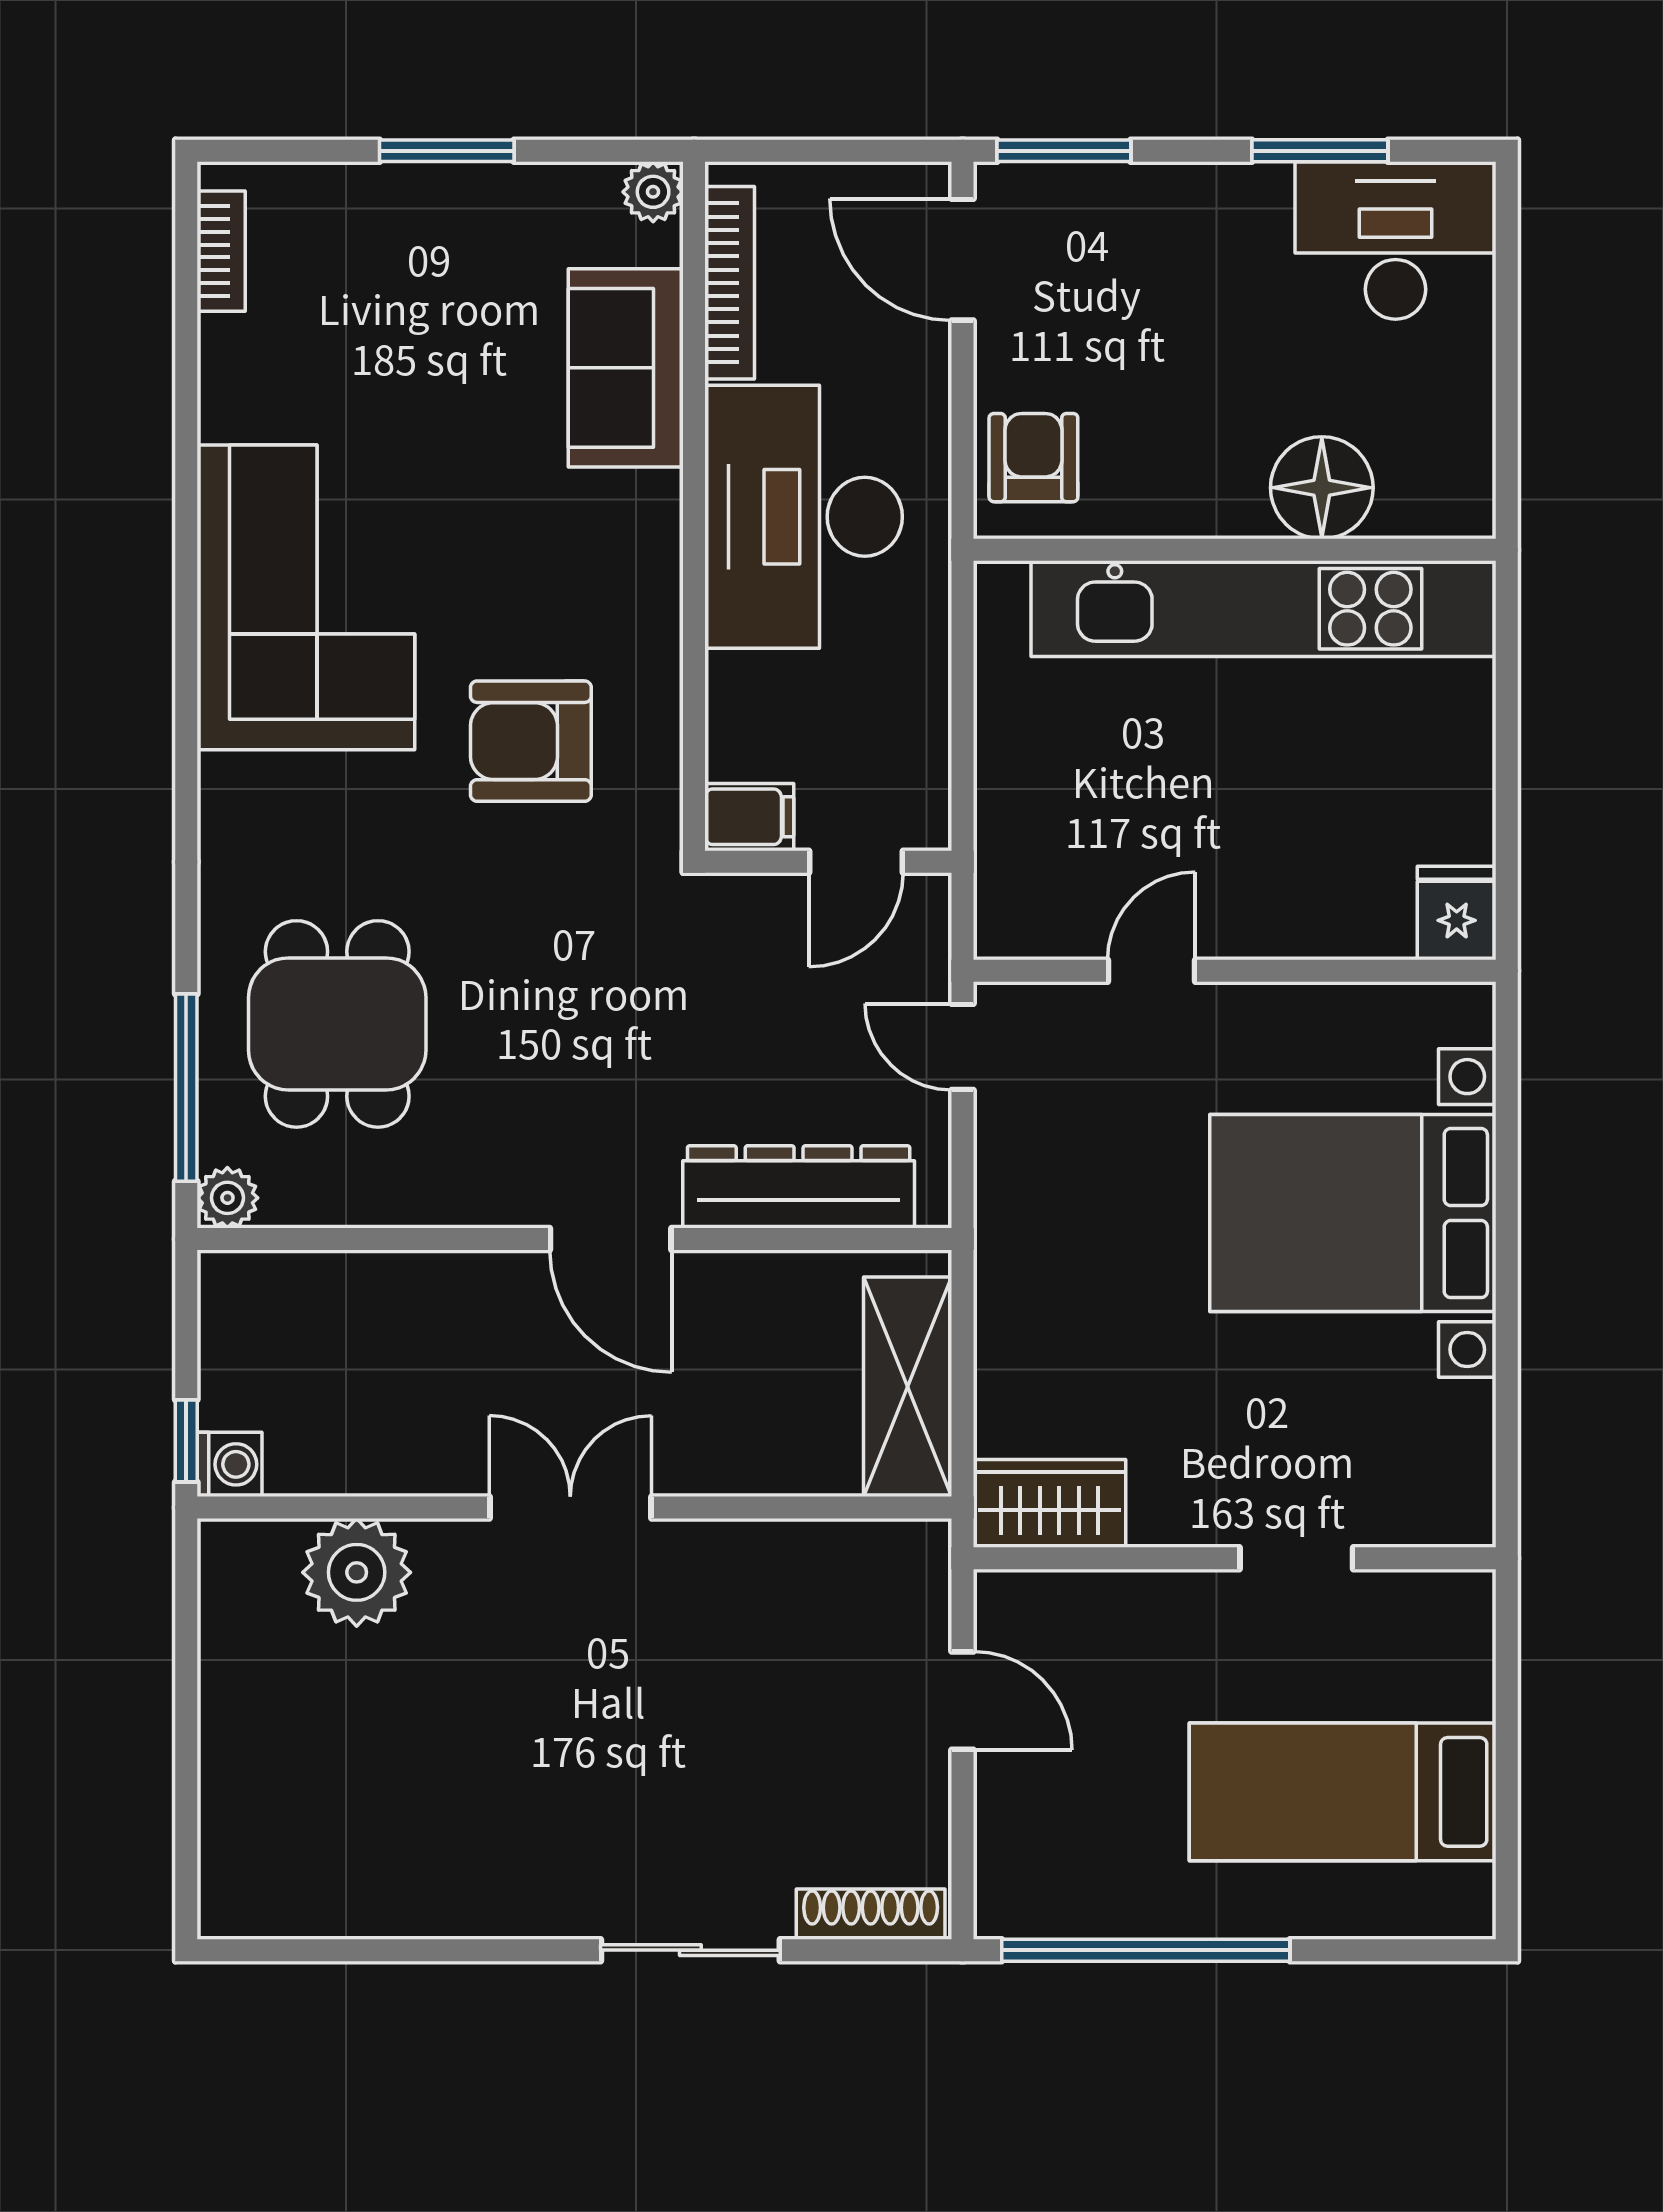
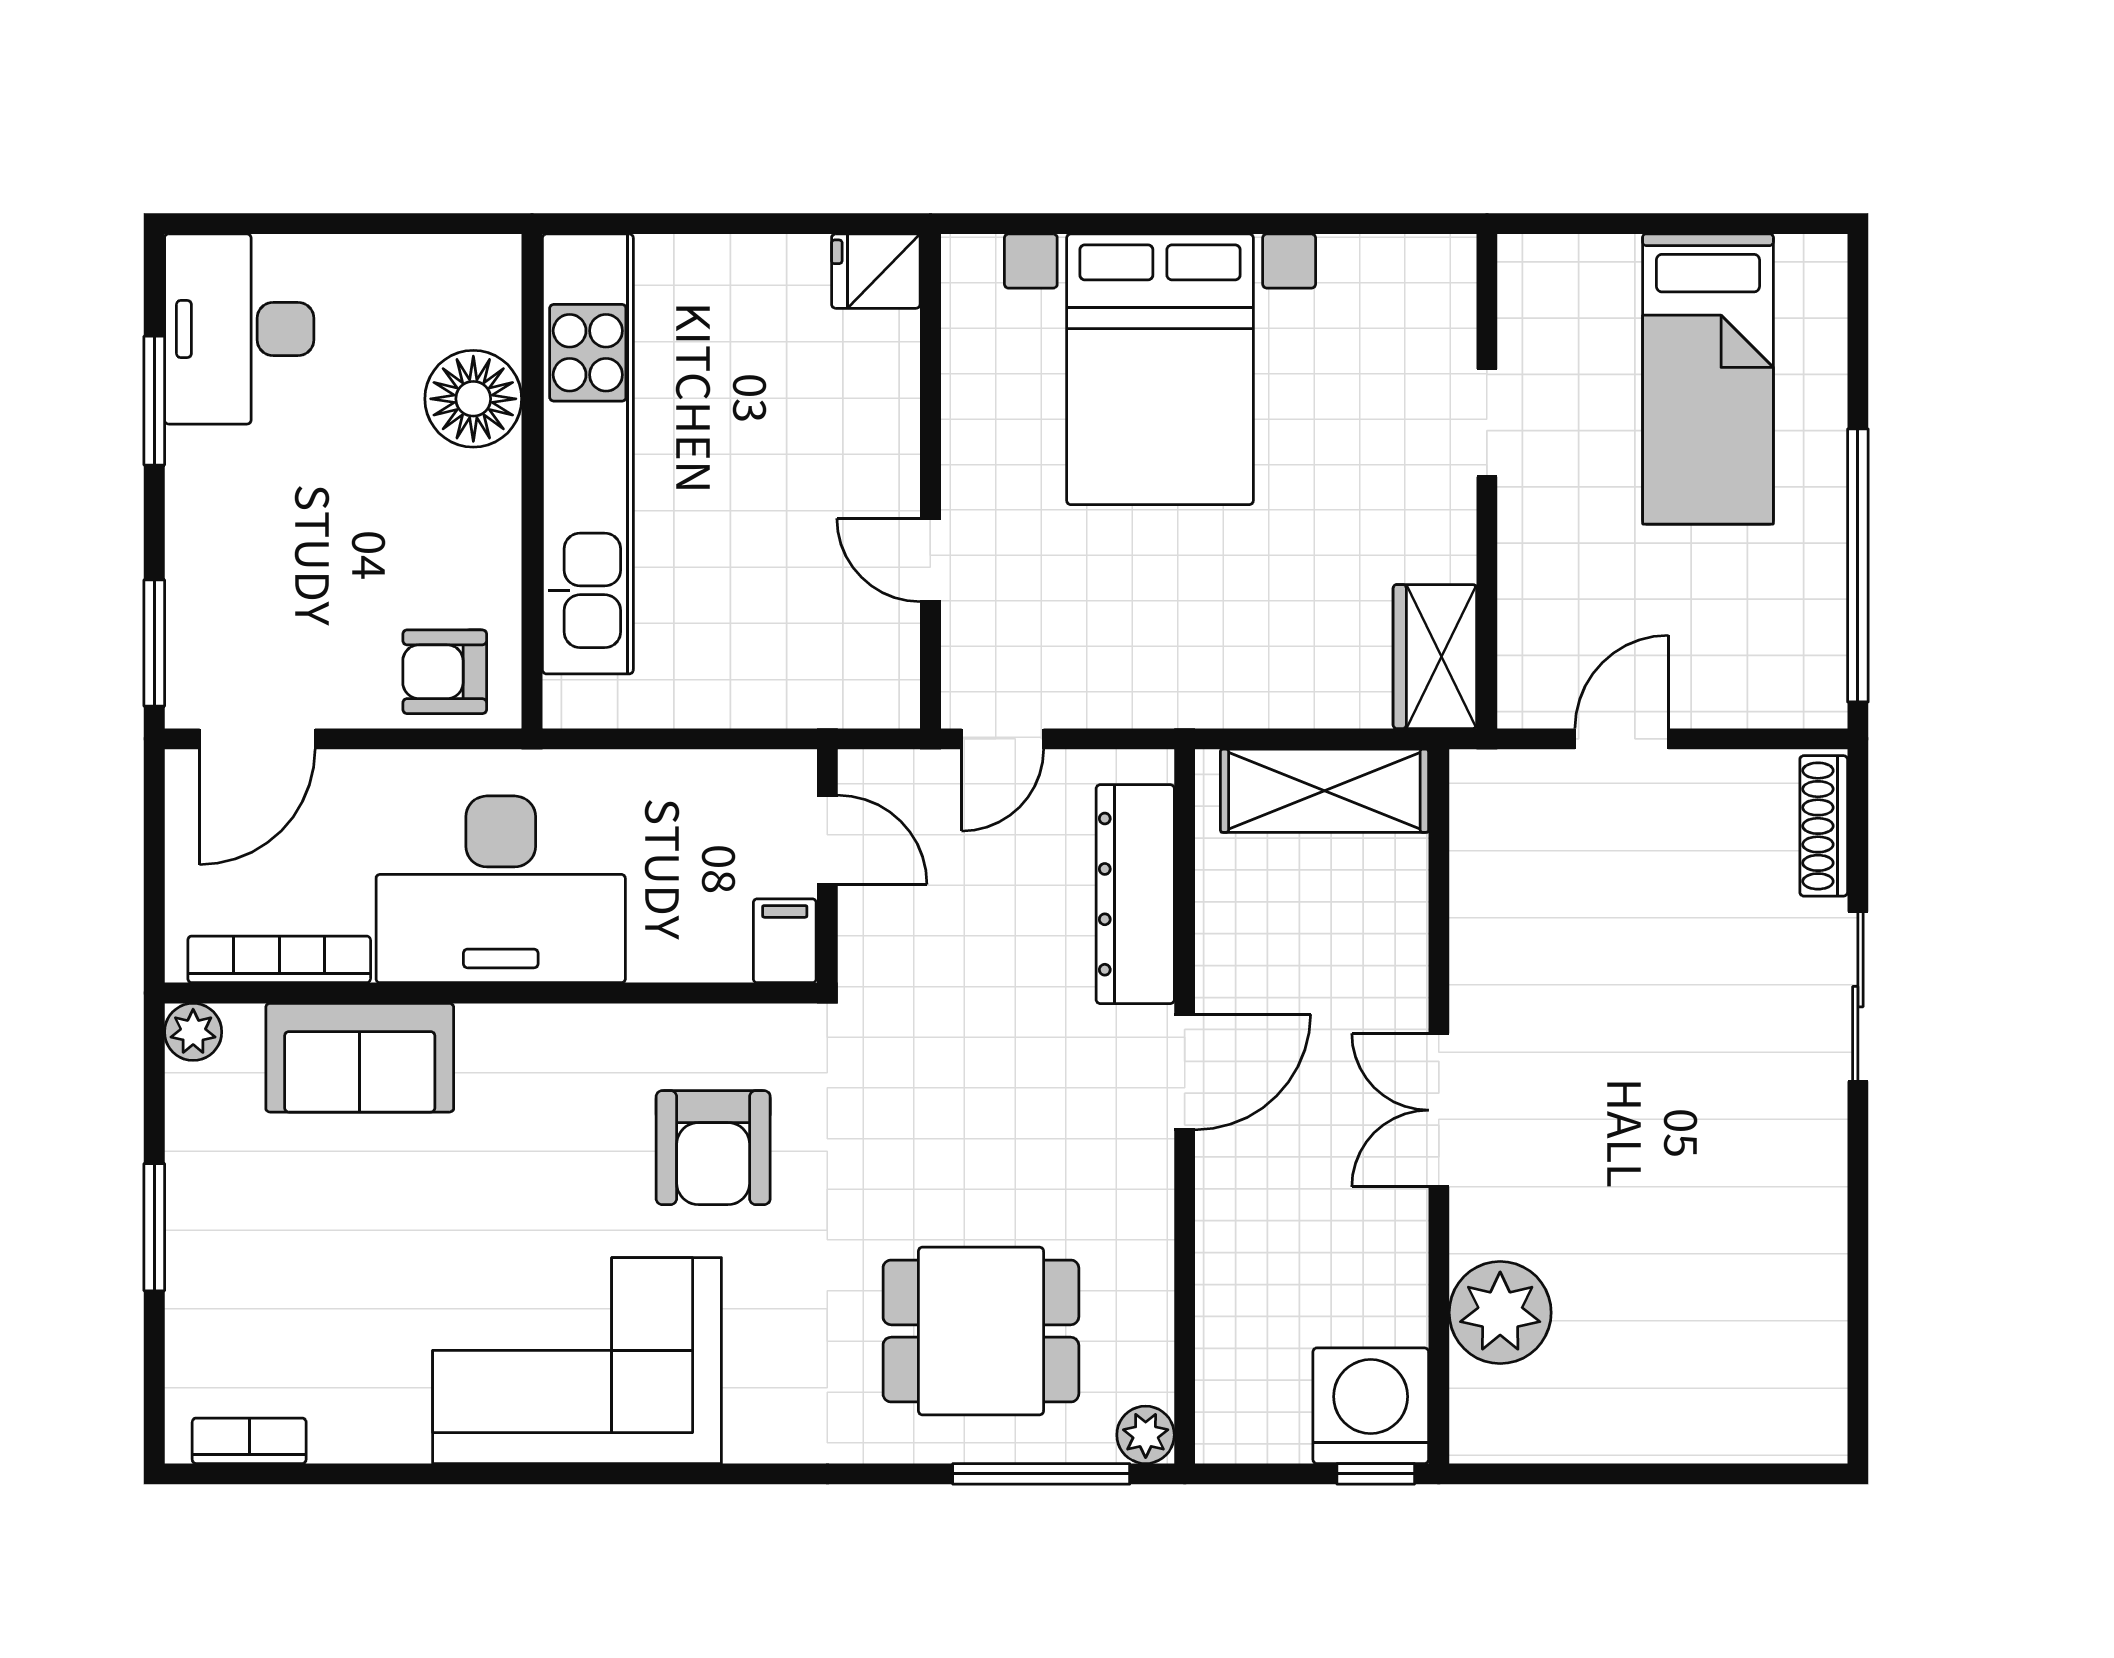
washing machine: (229, 1464) -> (1371, 1406), width x1.89, depth x1.89

